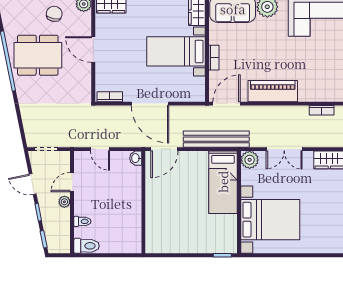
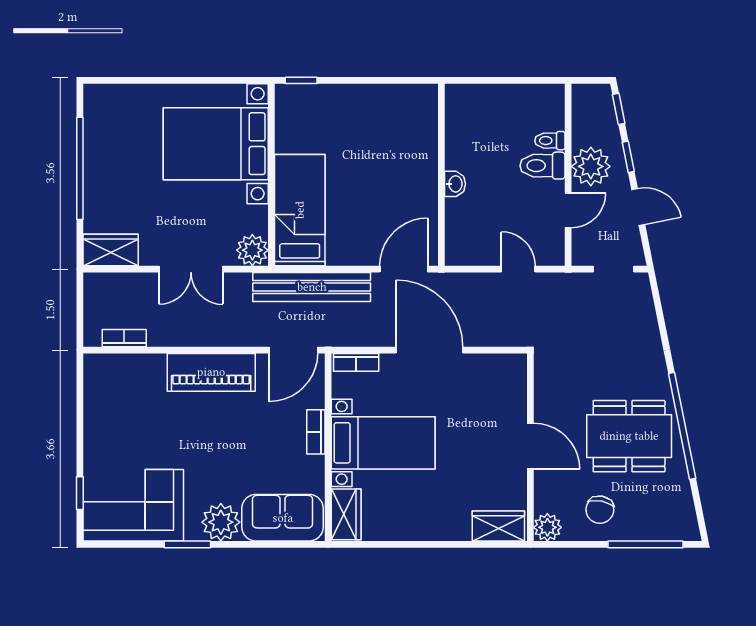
bookcase: (110, 97) -> (356, 362), moved
double door: (284, 149) -> (191, 269), swing flipped
washbasin: (136, 158) -> (455, 184), moved
plant: (64, 202) -> (591, 166), width x1.88, depth x1.88
toilet: (86, 246) -> (542, 166), moved

